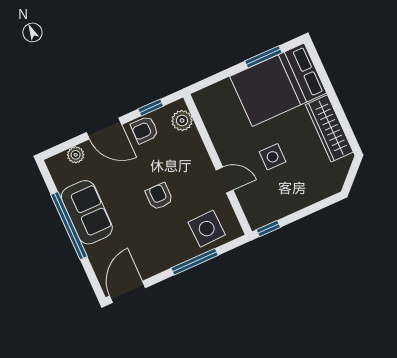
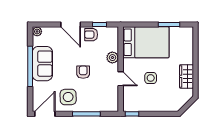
bed: (278, 85) -> (146, 42), moved, turned 180
plant: (182, 120) -> (112, 58), moved
wardrobe: (329, 128) -> (186, 76), width x0.67
plant: (76, 155) -> (37, 31), moved
side table: (207, 229) -> (68, 97), moved

